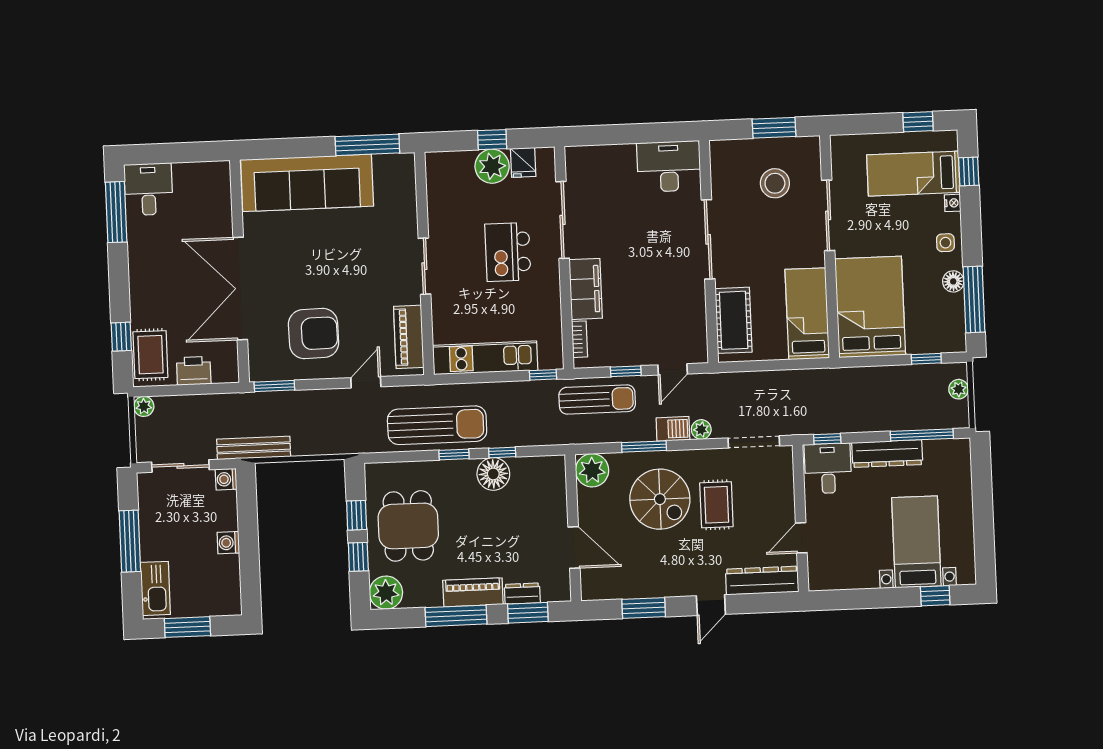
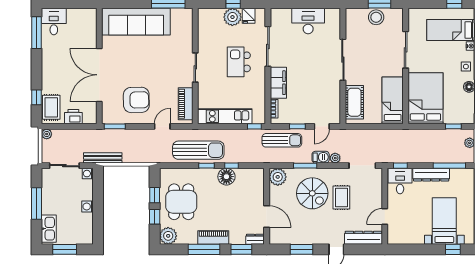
desk: (669, 166) -> (308, 21), moved
stool: (775, 183) -> (376, 17), moved
dresser: (522, 594) -> (255, 239), moved

